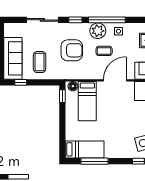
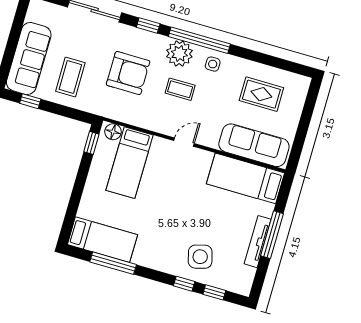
door: (115, 80) -> (184, 142), width x0.53

